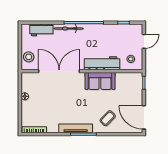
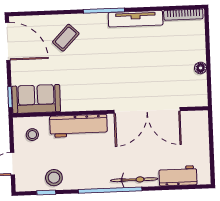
stool: (29, 57) -> (54, 178), moved
sofa: (100, 81) -> (36, 99), moved
tv unit: (76, 128) -> (136, 19), moved

